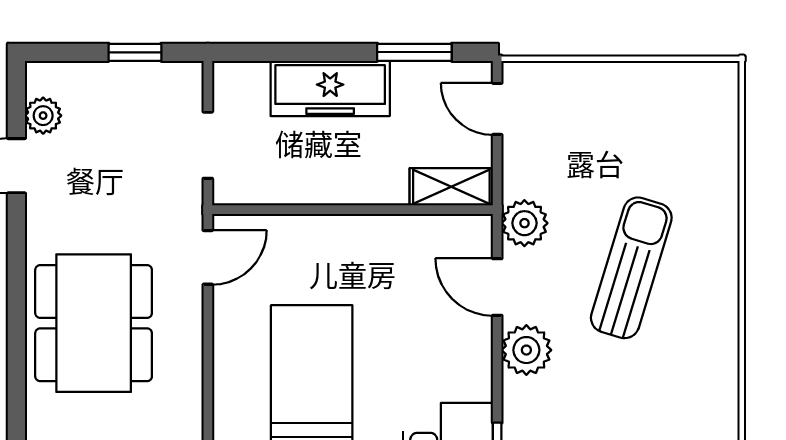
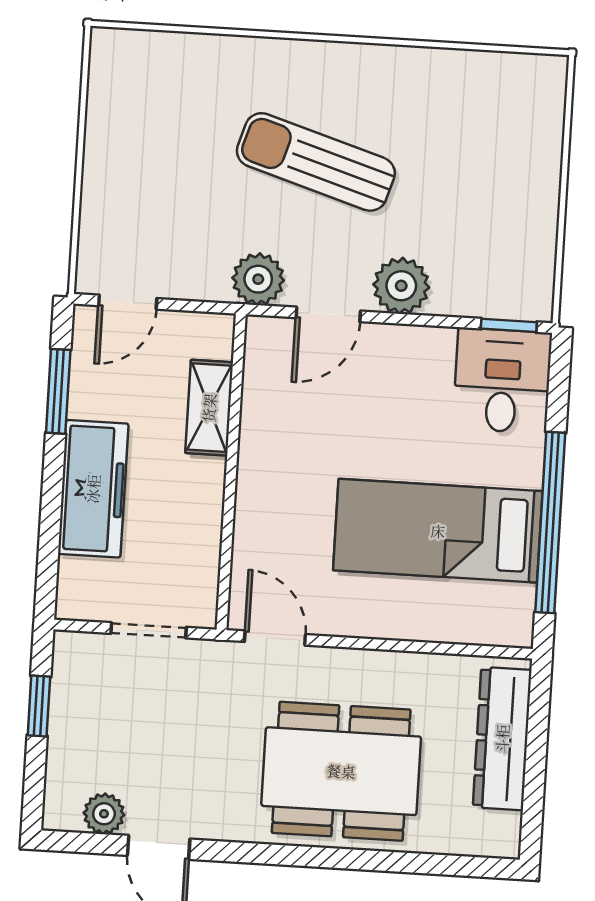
shelving: (451, 187) -> (209, 408), moved

